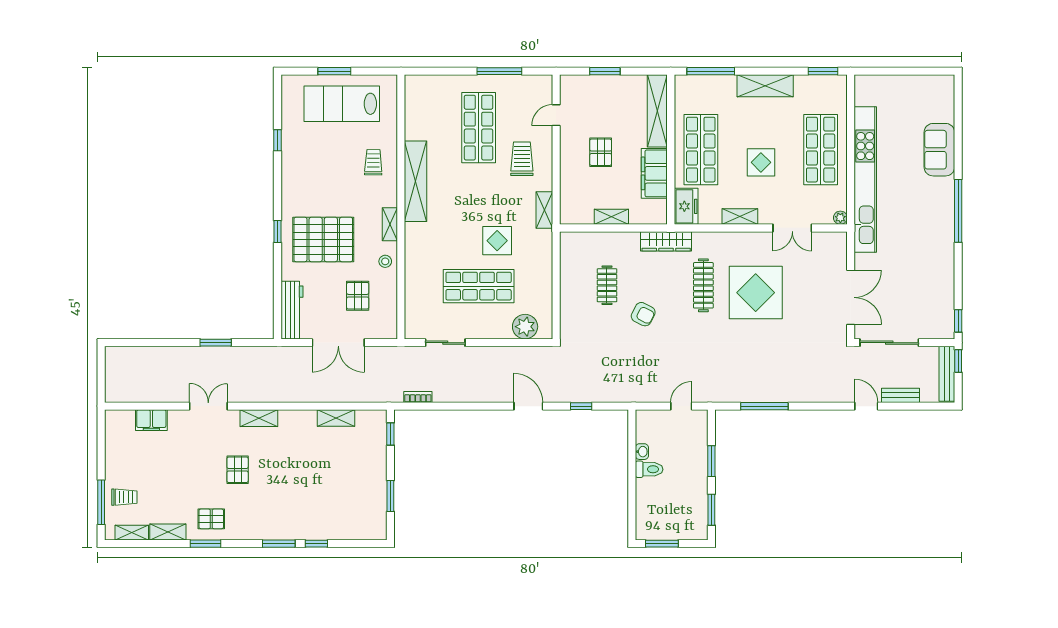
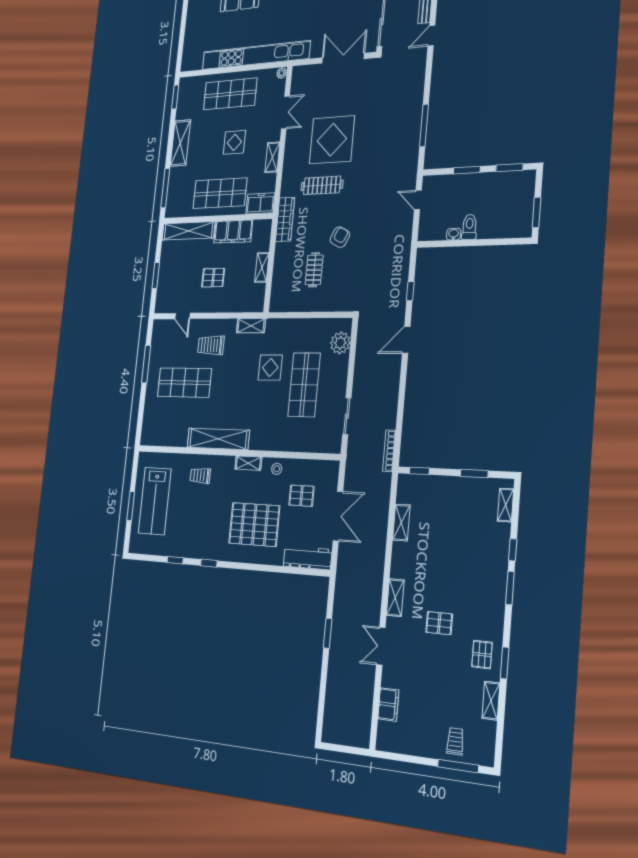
window: (278, 231) -> (209, 563), moved
pallet: (323, 239) -> (254, 525), turned 90
clothes rail: (607, 285) -> (314, 270), turned 90
bookcase: (418, 397) -> (389, 451), width x1.56
shelving: (132, 533) -> (506, 505), moved

